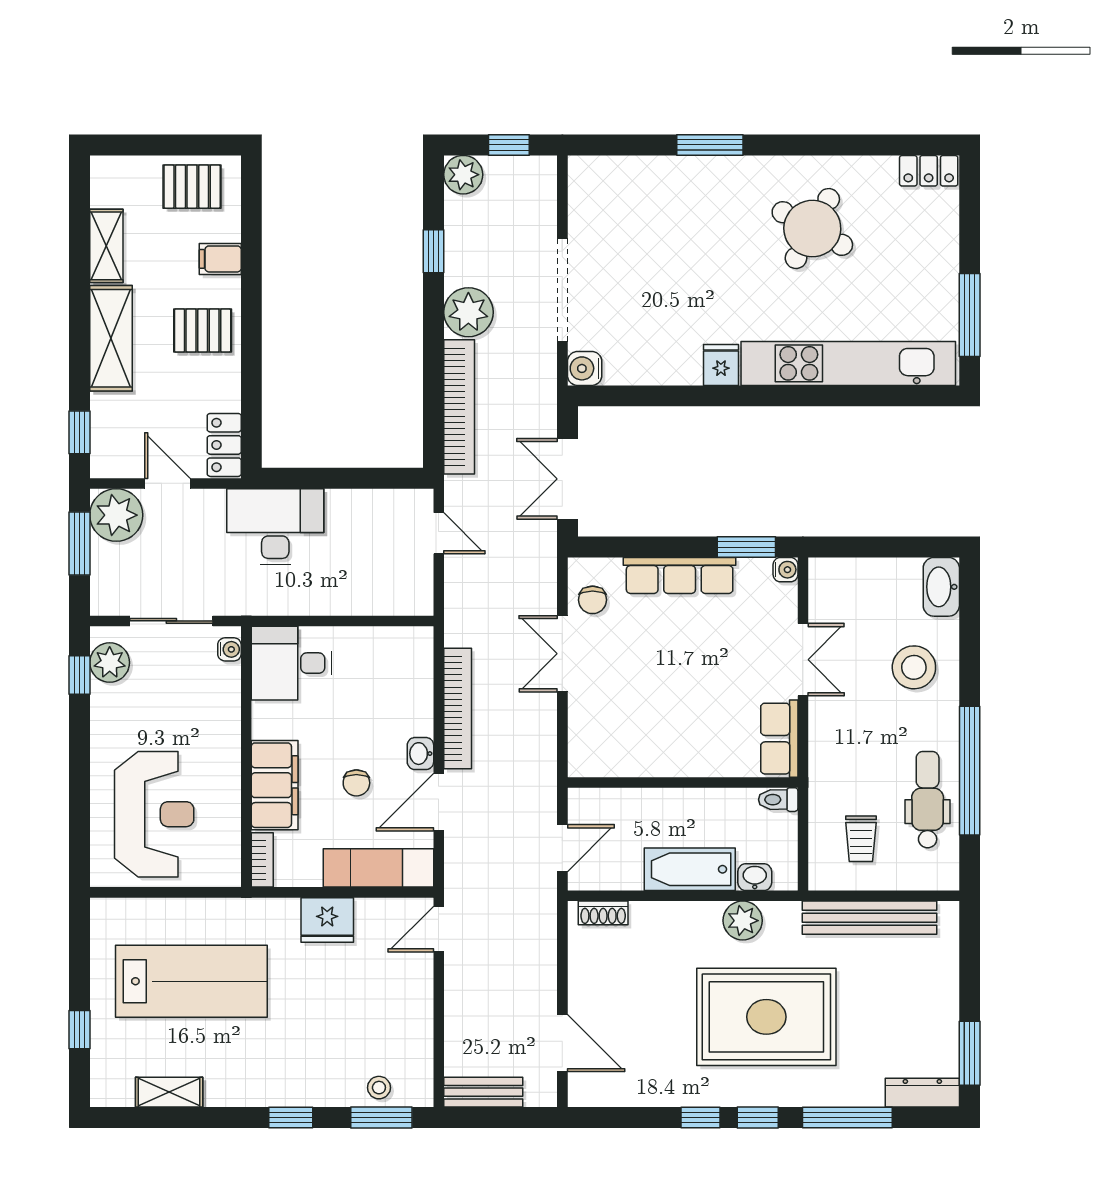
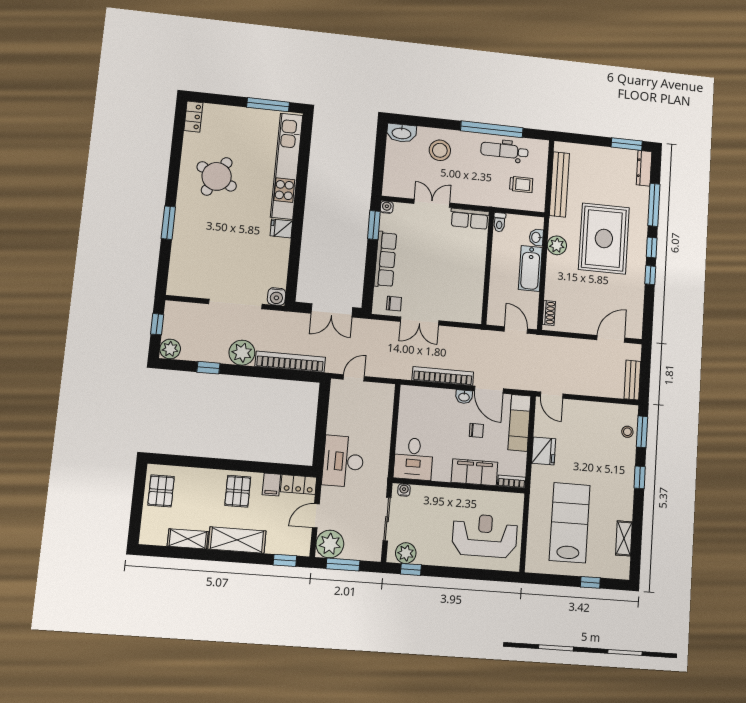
filing cabinet: (220, 259) -> (271, 485), moved

